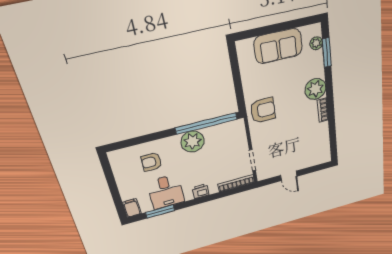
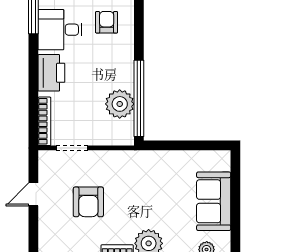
armchair: (263, 110) -> (88, 202), moved
plant: (193, 142) -> (120, 104), moved
printer: (201, 191) -> (51, 73), width x1.87, depth x1.48

